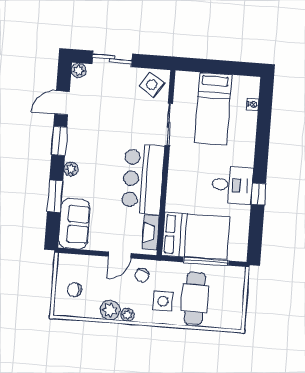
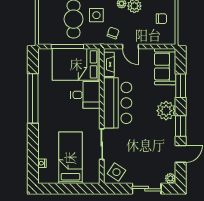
plant: (71, 169) -> (166, 111), width x1.87, depth x1.87
desk: (232, 185) -> (85, 95), moved, turned 180
window: (258, 194) -> (33, 98), width x3.17
door: (120, 255) -> (130, 46), swing flipped

